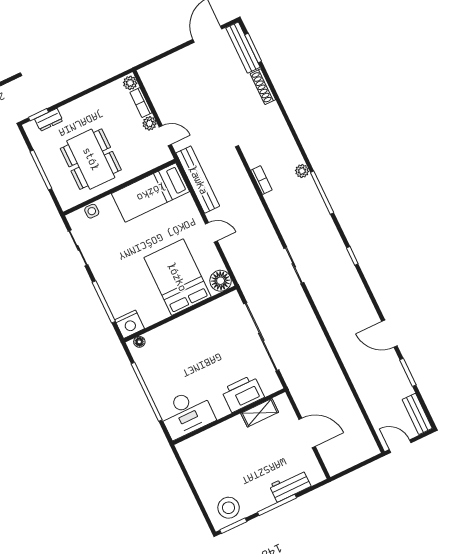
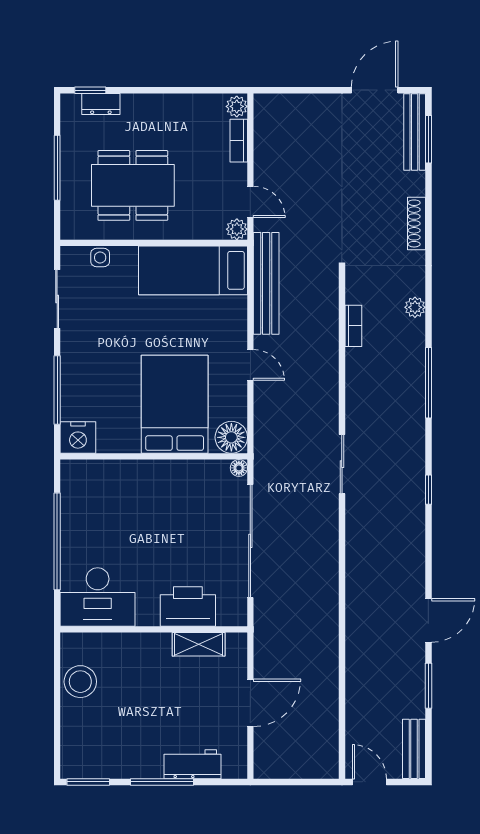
shoe rack: (263, 87) -> (416, 223), moved
plant: (149, 123) -> (237, 229), moved
dining table: (91, 159) -> (133, 185), turned 90
plant: (302, 171) -> (415, 307), moved
door: (389, 334) -> (428, 620), swing flipped
floor lamp: (139, 342) -> (239, 468), moved
door: (307, 433) -> (250, 703), hinge flipped
stool: (229, 508) -> (80, 682), moved

